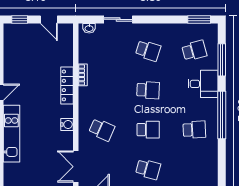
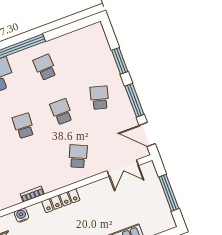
locker: (67, 85) -> (61, 201), moved
water cooler: (67, 124) -> (21, 215), moved

